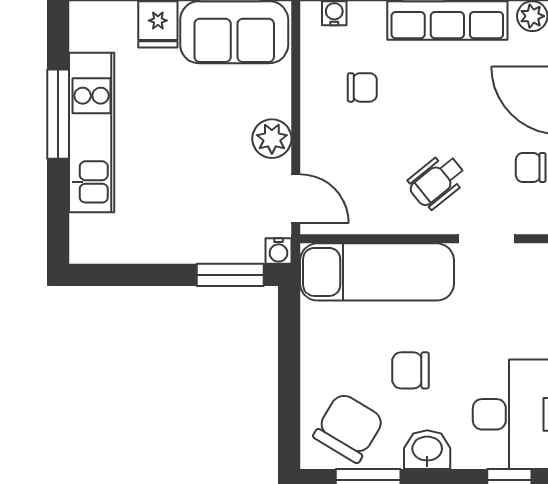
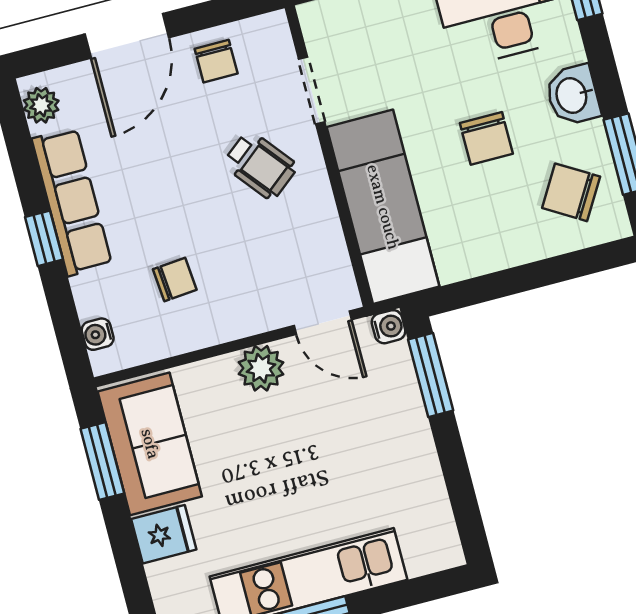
chair: (362, 87) -> (175, 280), turned 85
door: (296, 198) -> (323, 323), swing flipped
chair: (349, 428) -> (571, 192), width x0.73, depth x0.73

